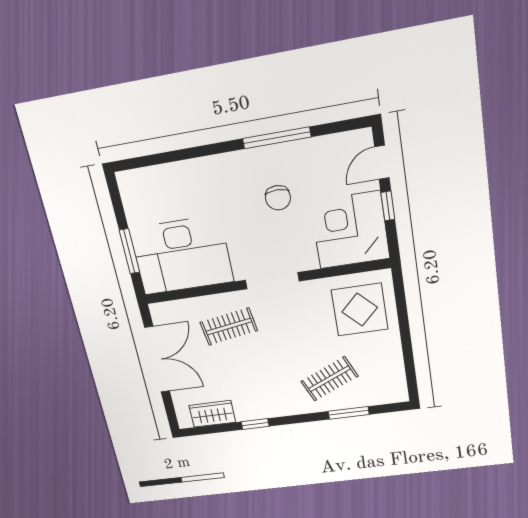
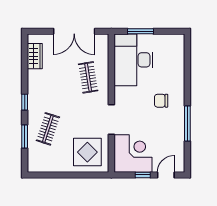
door: (382, 162) -> (166, 175), hinge flipped
chair: (278, 198) -> (161, 101), moved
doorway: (272, 281) -> (111, 120), moved
clothes rail: (329, 379) -> (48, 129), turned 42
window: (255, 424) -> (25, 102), moved

